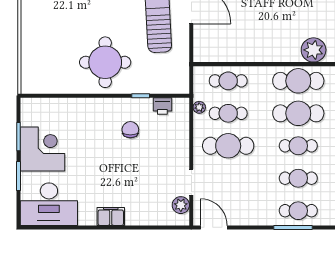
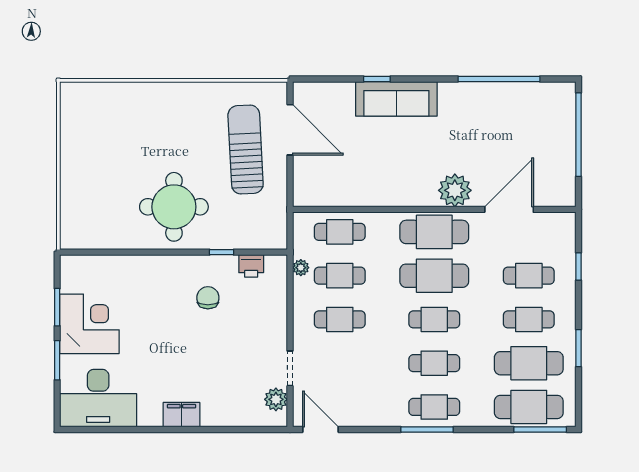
cafe table: (228, 146) -> (340, 319), width x0.73, depth x0.74

